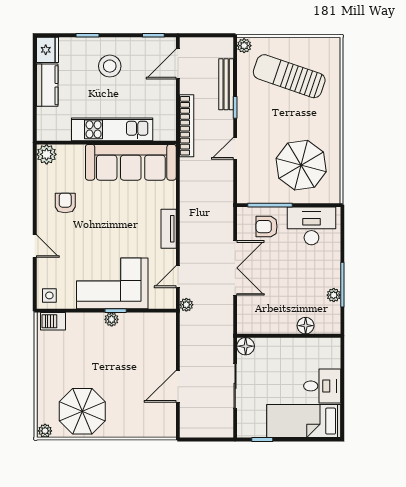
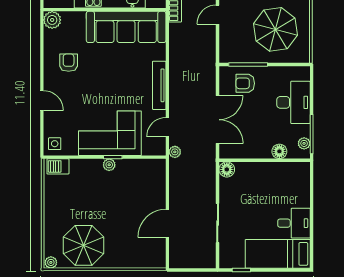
desk: (311, 226) -> (293, 102), moved, turned 90
tv unit: (169, 229) -> (159, 85), width x1.41
floor lamp: (306, 326) -> (279, 151), moved
wall: (289, 336) -> (265, 160), moved
floor lamp: (246, 346) -> (227, 169), moved

